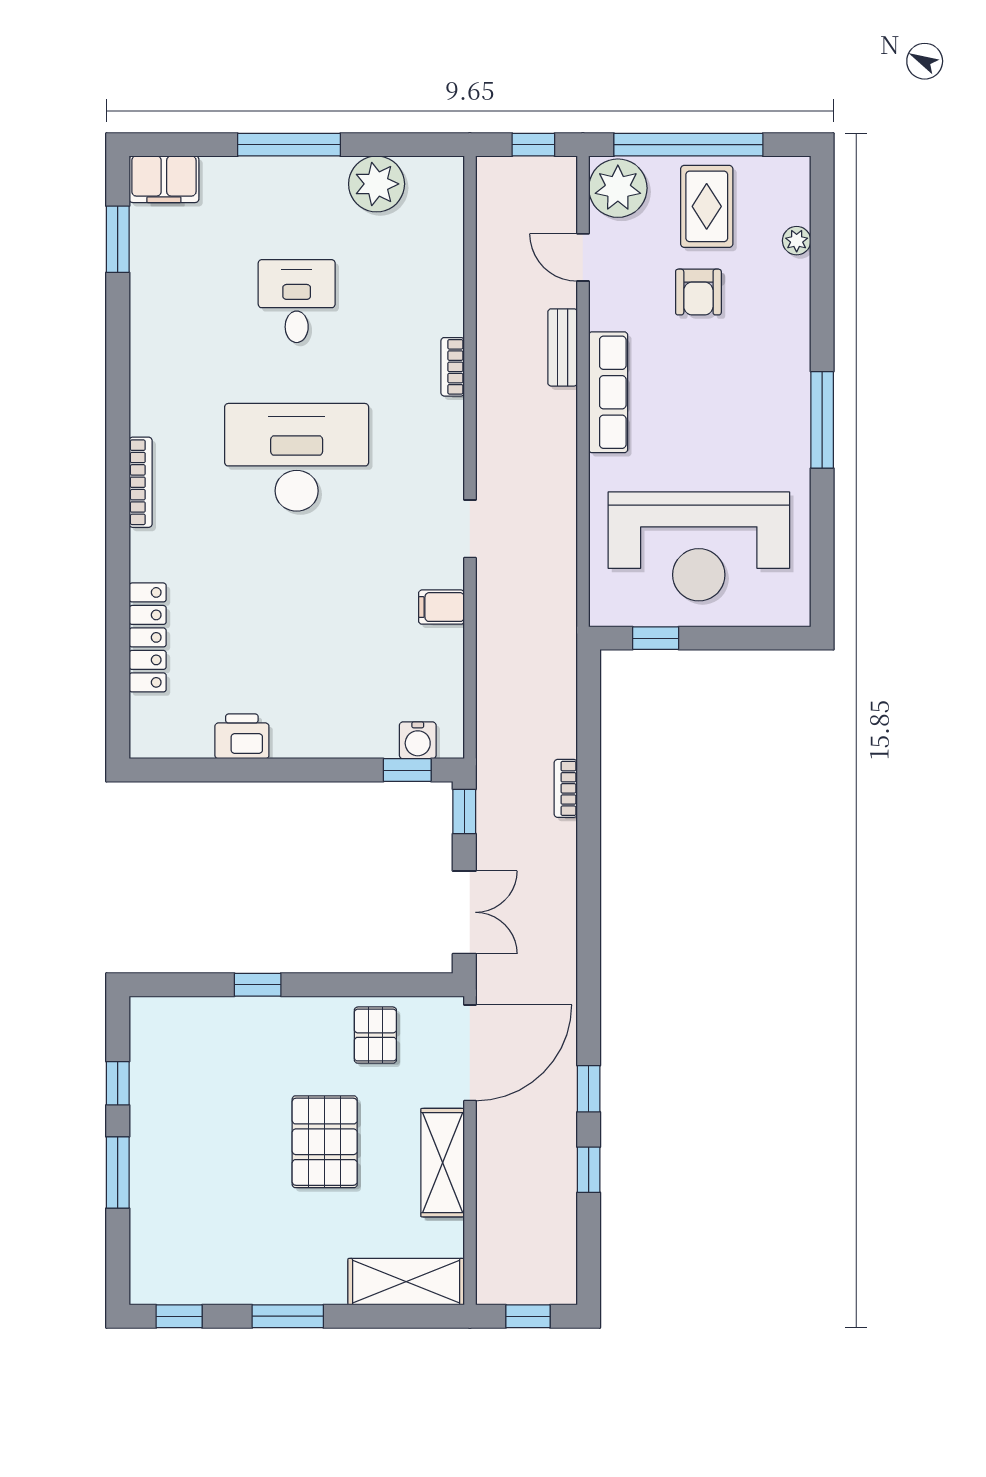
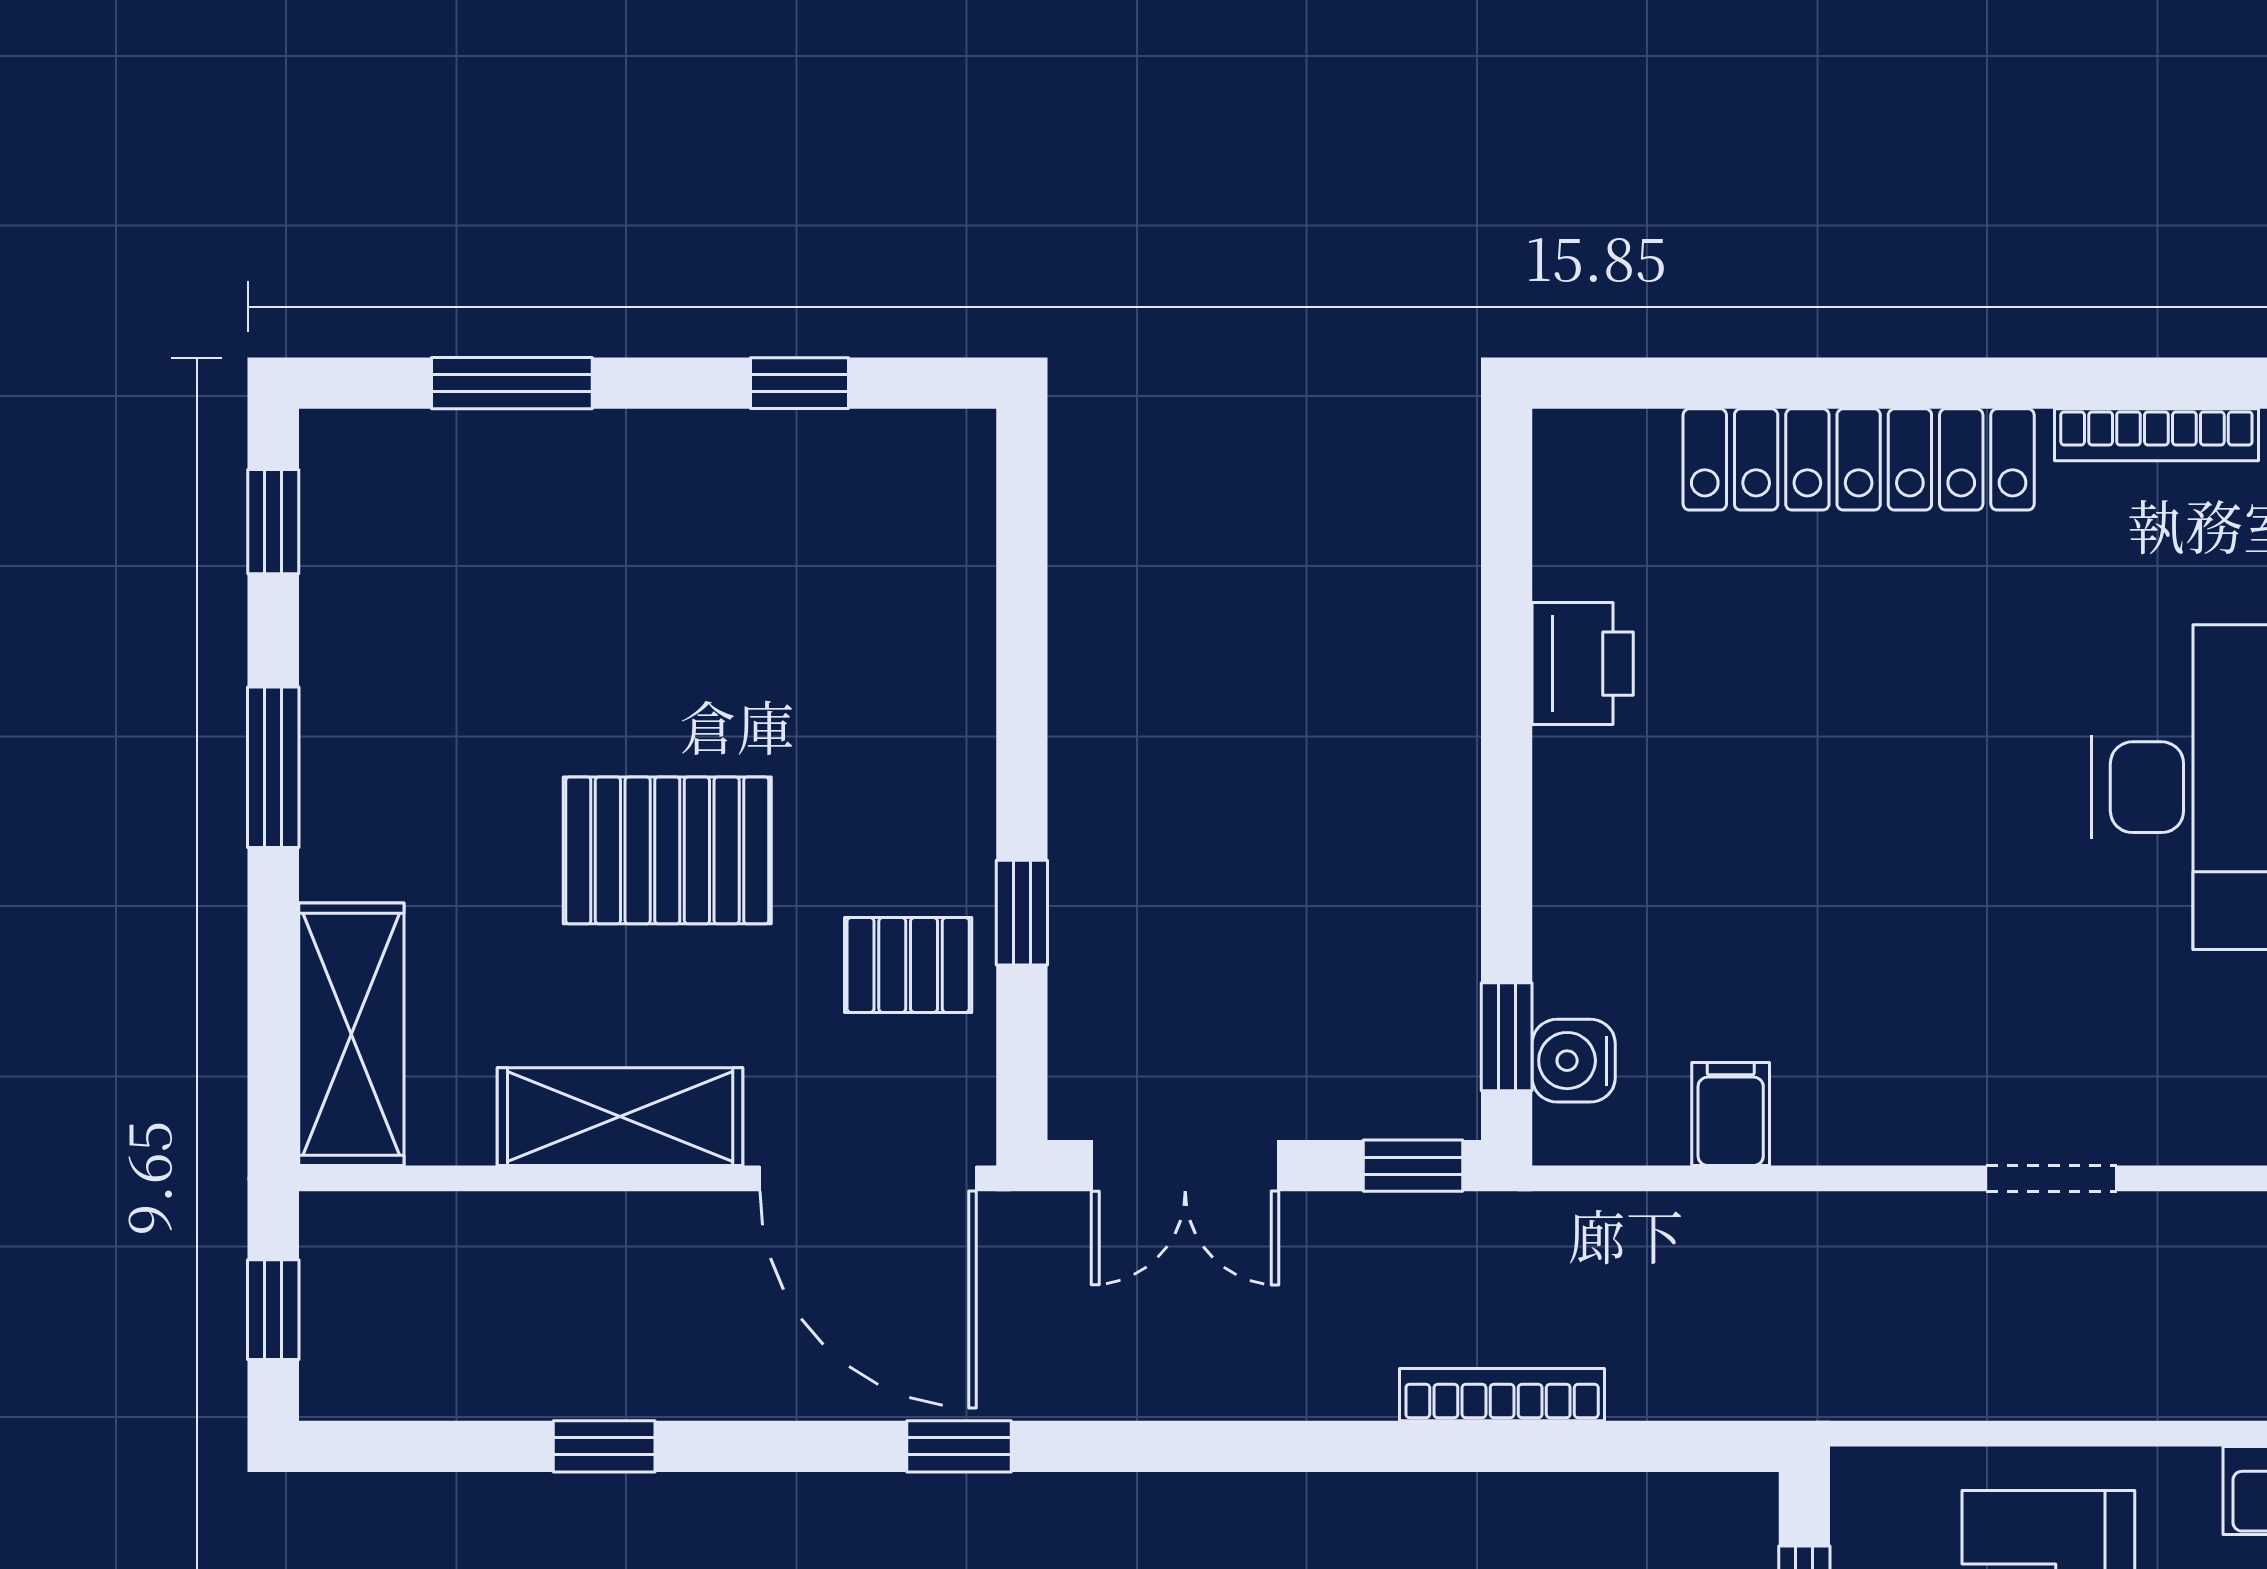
filing cabinet: (441, 607) -> (1731, 1114), moved
locker: (148, 637) -> (1859, 459), width x1.41, depth x1.21
bookcase: (566, 788) -> (1502, 1395), width x1.56
window: (258, 985) -> (1022, 913), moved
window: (589, 1089) -> (959, 1446), moved
window: (118, 1173) -> (512, 383), moved

